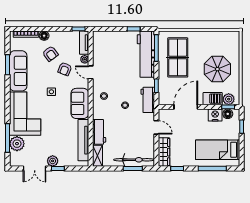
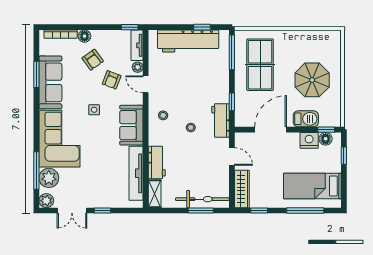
workbench: (146, 54) -> (188, 41), moved, turned -90
plant: (229, 99) -> (327, 119), removed
plant: (53, 161) -> (46, 201), moved

